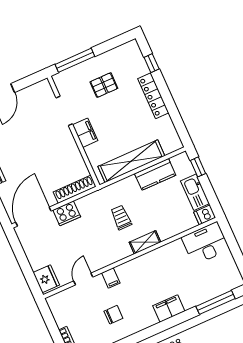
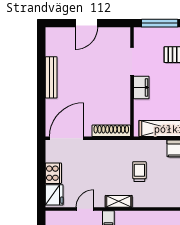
cooker: (67, 213) -> (53, 173), moved, turned -90
shelving: (145, 242) -> (119, 201), moved

